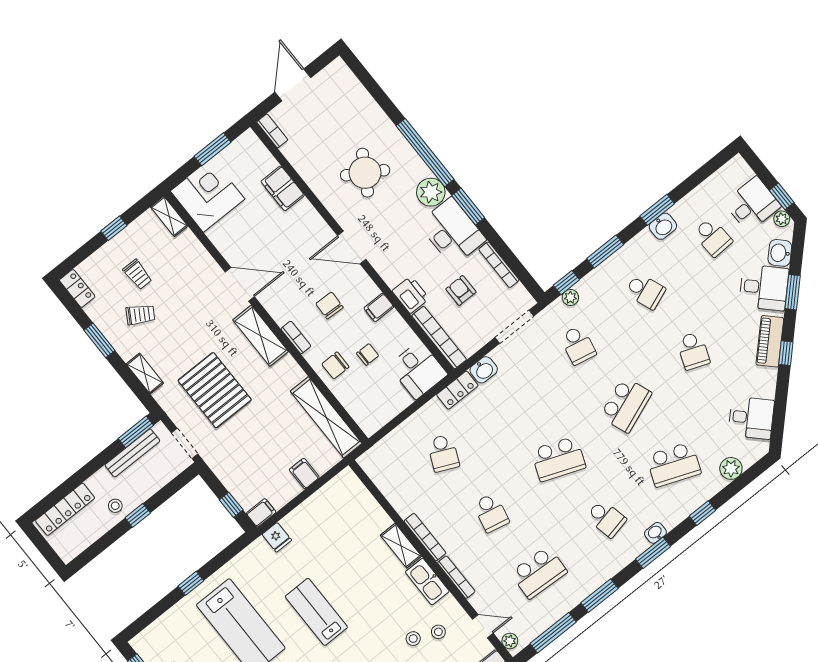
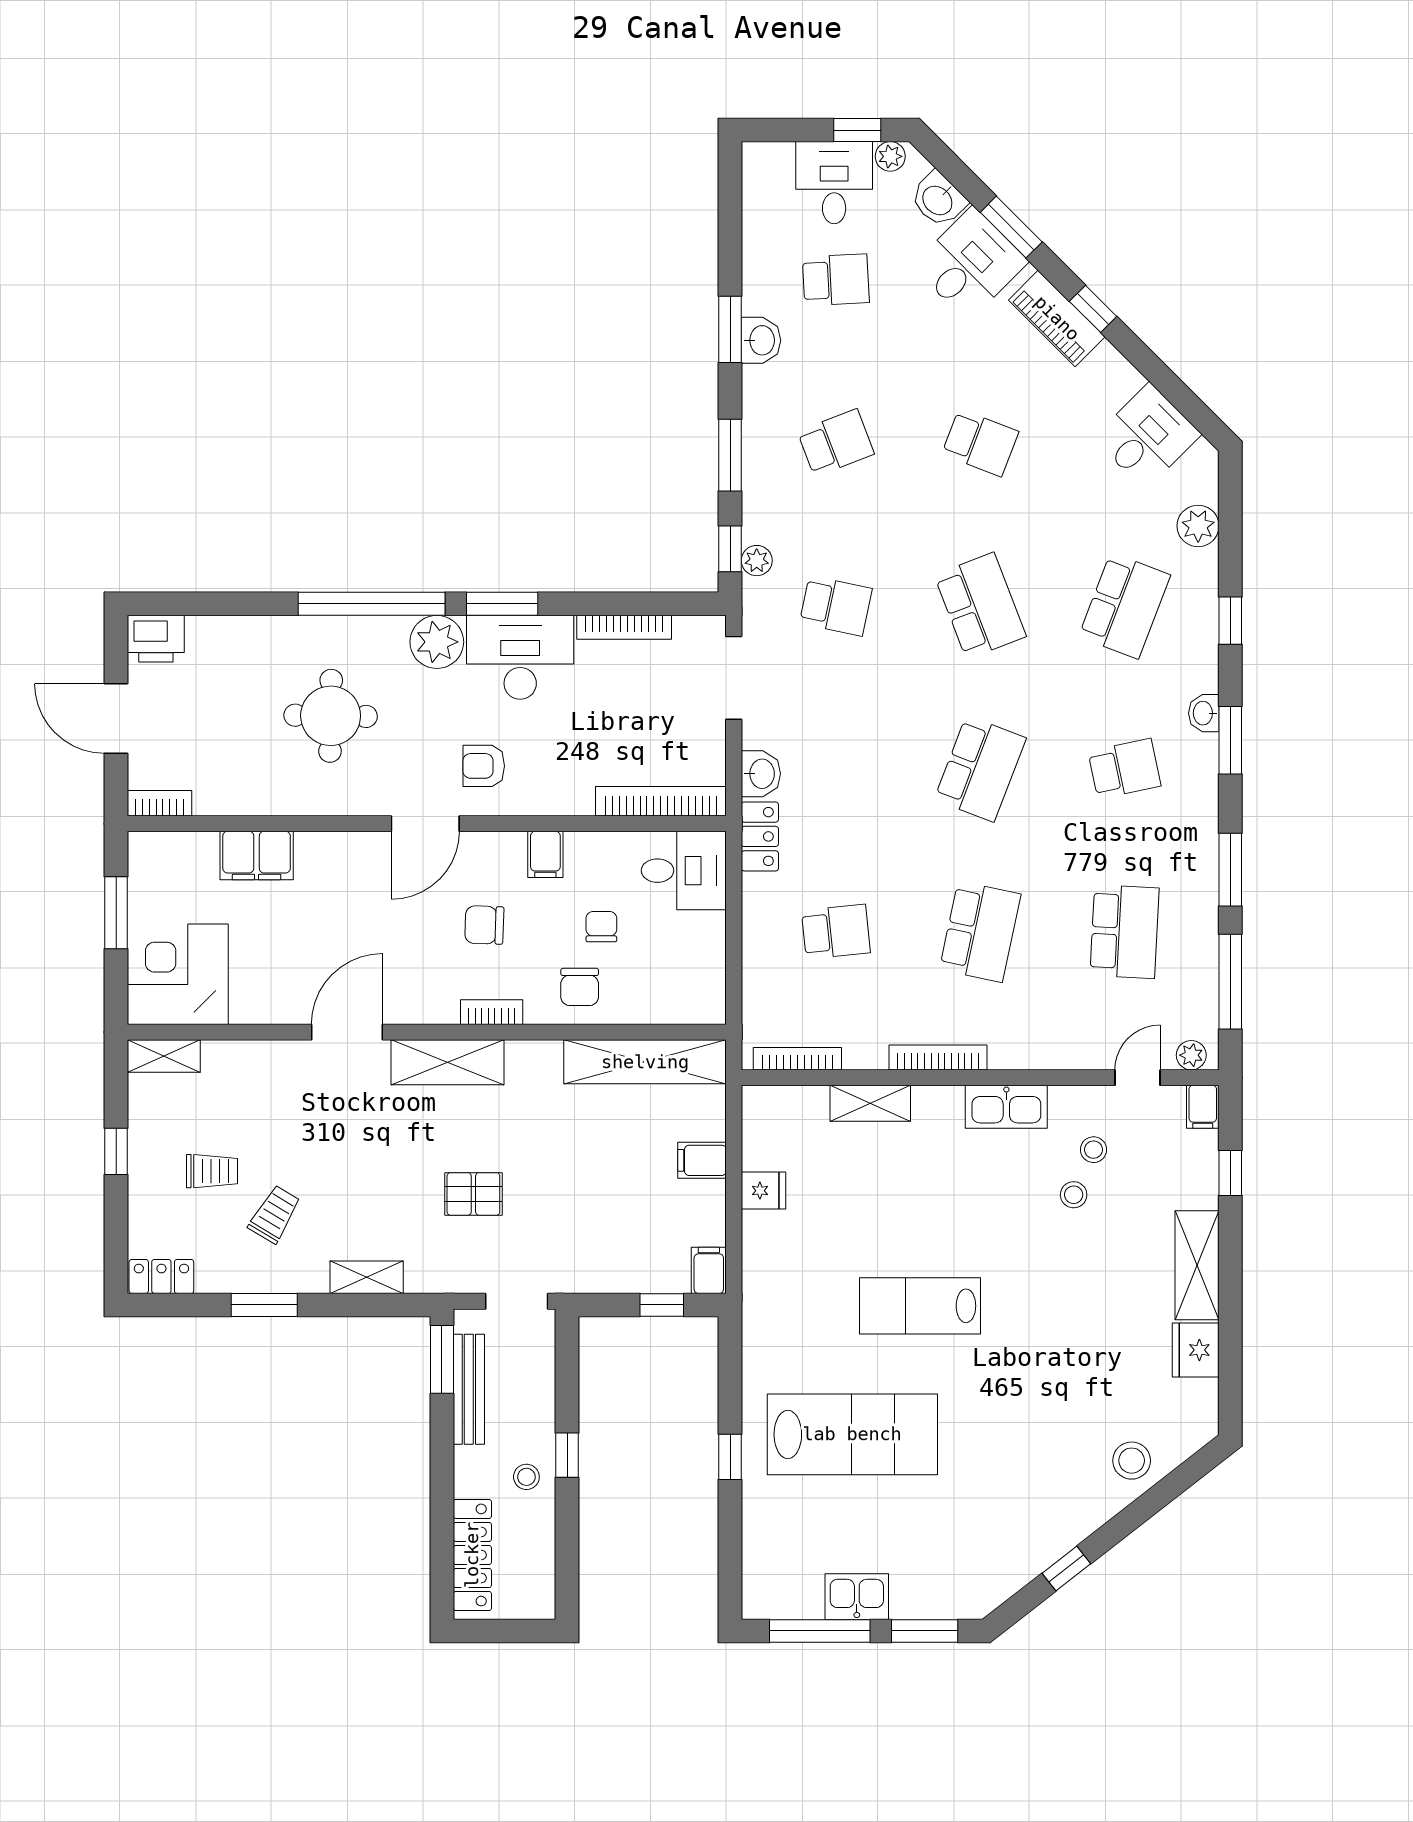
round table: (365, 173) -> (331, 716), turned -30
armchair: (461, 290) -> (484, 766), moved
printer: (411, 295) -> (156, 639), moved, turned 180
pallet: (215, 390) -> (473, 1194), width x0.49, depth x0.50
school desk: (443, 453) -> (836, 932), turned -30
school desk: (491, 513) -> (980, 932), width x1.85
fridge: (277, 537) -> (764, 1191), moved
shelving: (401, 546) -> (870, 1103), moved
bookcase: (456, 577) -> (797, 1059), moved

